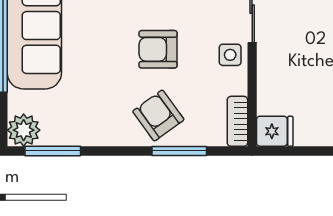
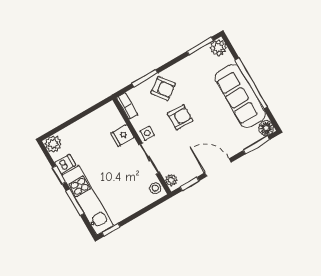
fridge: (275, 131) -> (122, 135), moved

